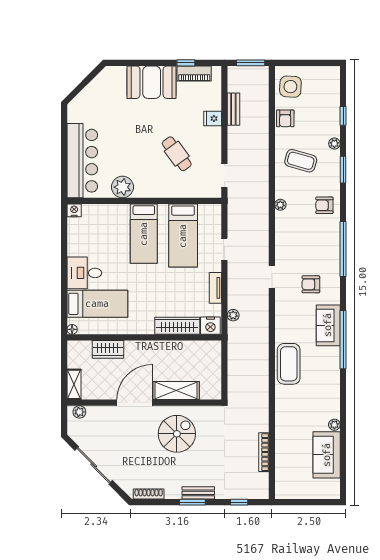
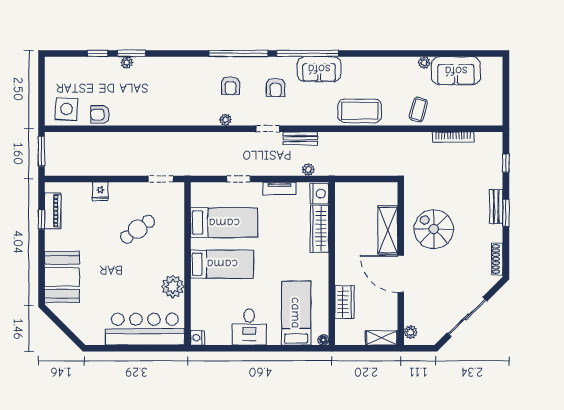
booth: (152, 82) -> (62, 277), moved
bench: (233, 109) -> (300, 138), moved
armchair: (285, 118) -> (100, 115), turned 180
coffee table: (301, 161) -> (418, 110), moved, width x0.73, depth x0.77
window: (343, 170) -> (131, 53), moved
plant: (280, 205) -> (225, 120), moved
armchair: (324, 205) -> (231, 86), moved
desk: (84, 273) -> (249, 327), moved
window: (343, 340) -> (308, 53), moved

